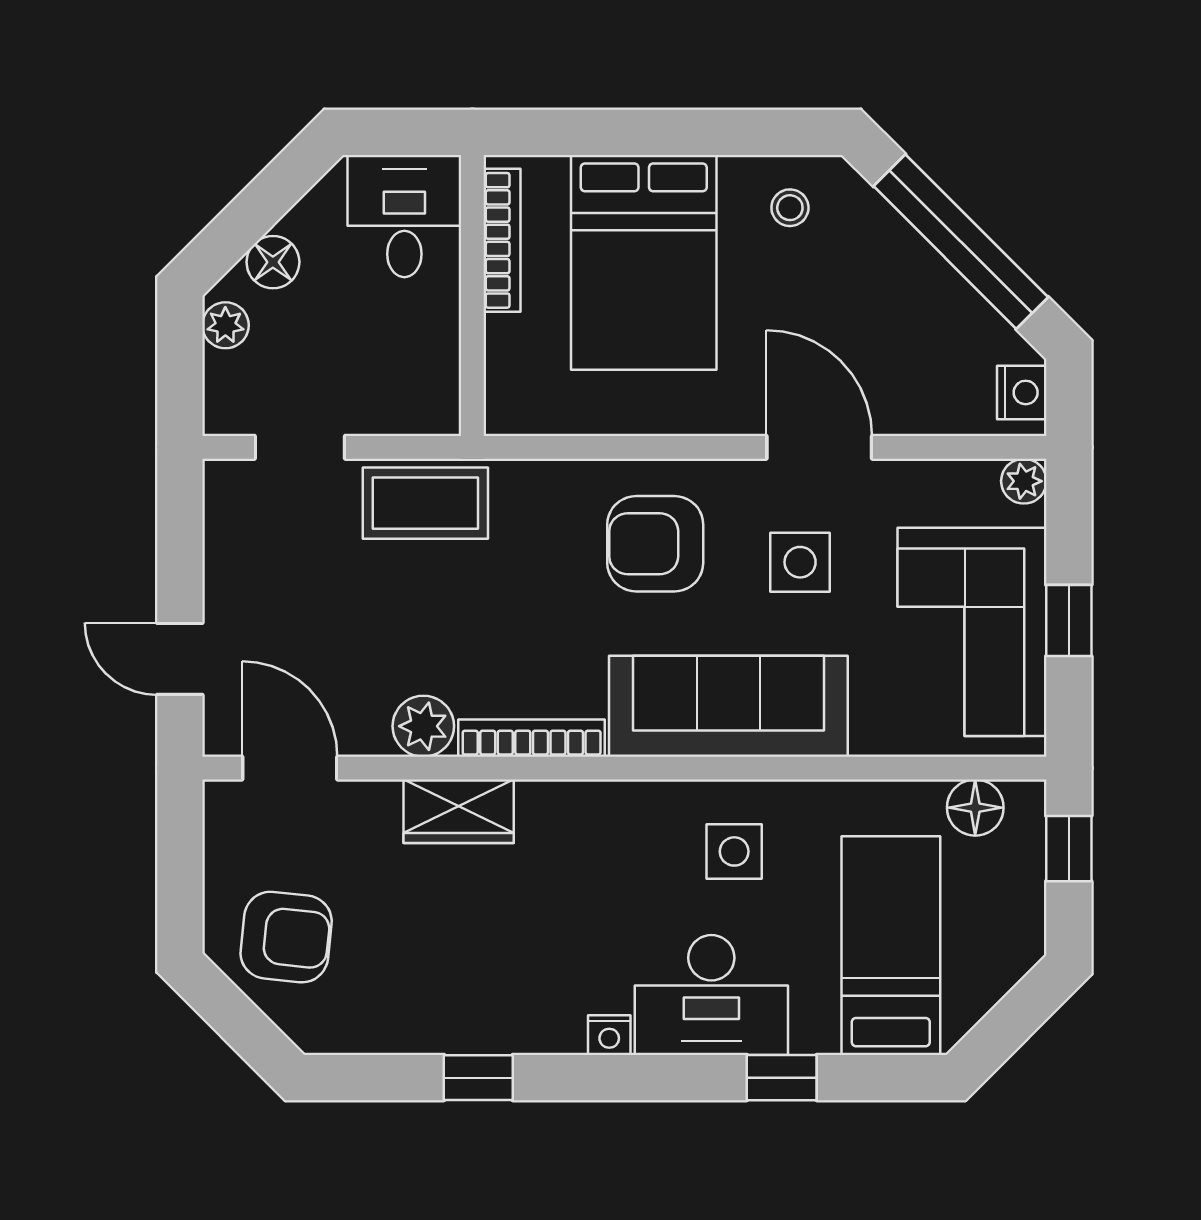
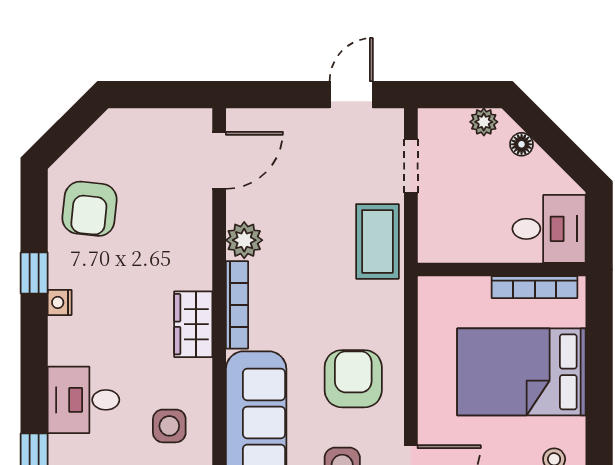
floor lamp: (273, 262) -> (522, 144), width x0.73, depth x0.73
door: (180, 659) -> (351, 95), moved
wardrobe: (459, 811) -> (193, 324), moved
armchair: (286, 937) -> (90, 209), moved
desk: (711, 995) -> (84, 400), width x0.73
nightstand: (609, 1035) -> (60, 302), moved

